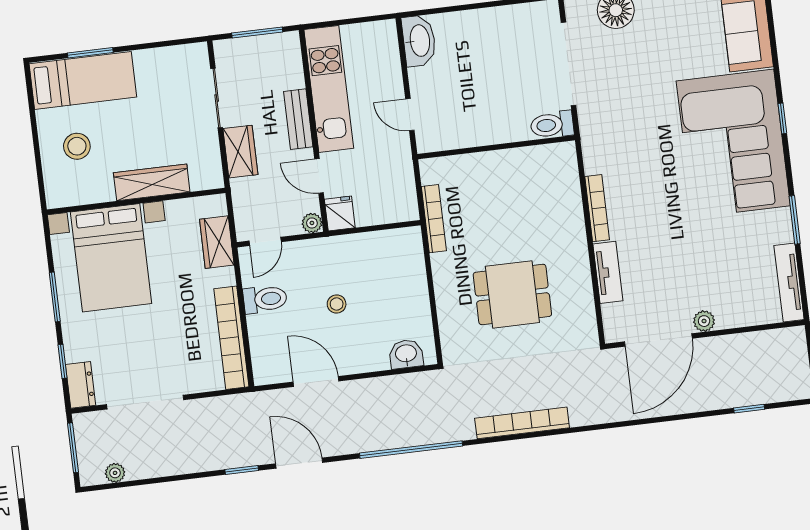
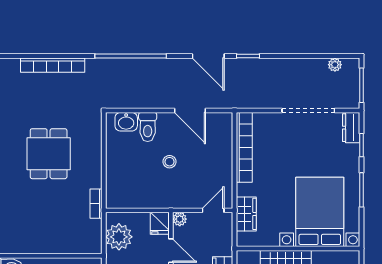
plant: (396, 187) -> (119, 237), added
bookcase: (434, 219) -> (96, 204), width x0.64
dining table: (512, 294) -> (49, 154), turned 90
toilet: (265, 299) -> (148, 127), moved, turned -90

